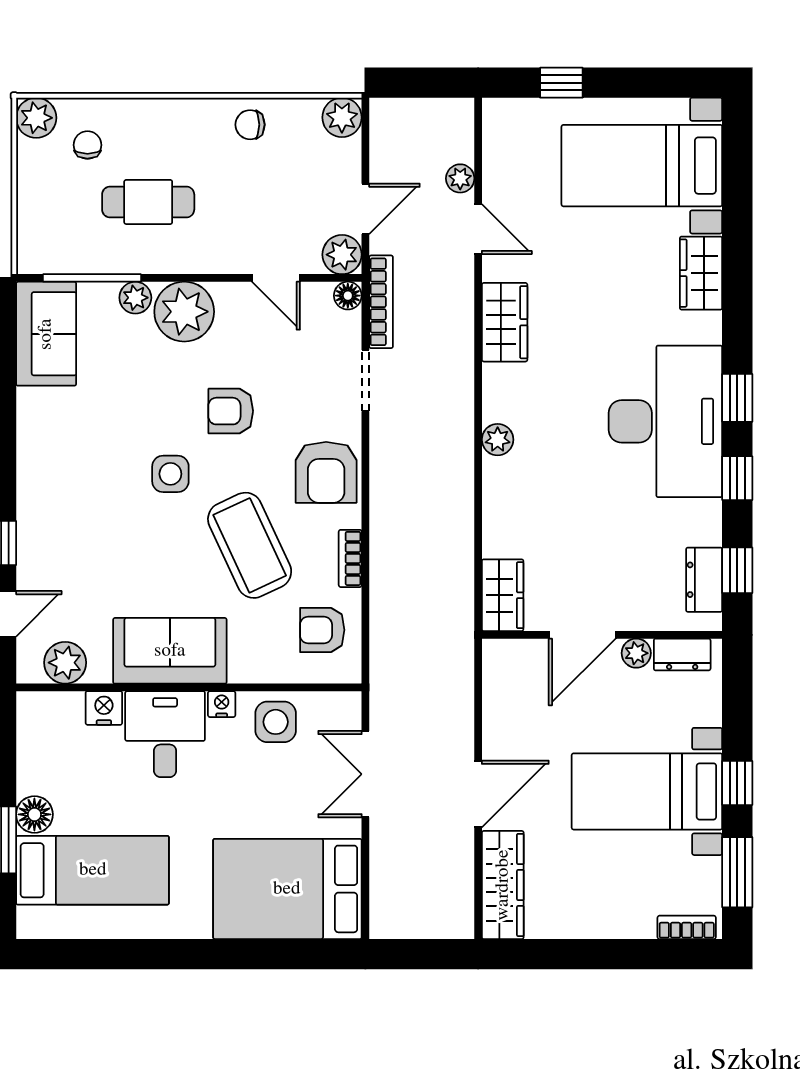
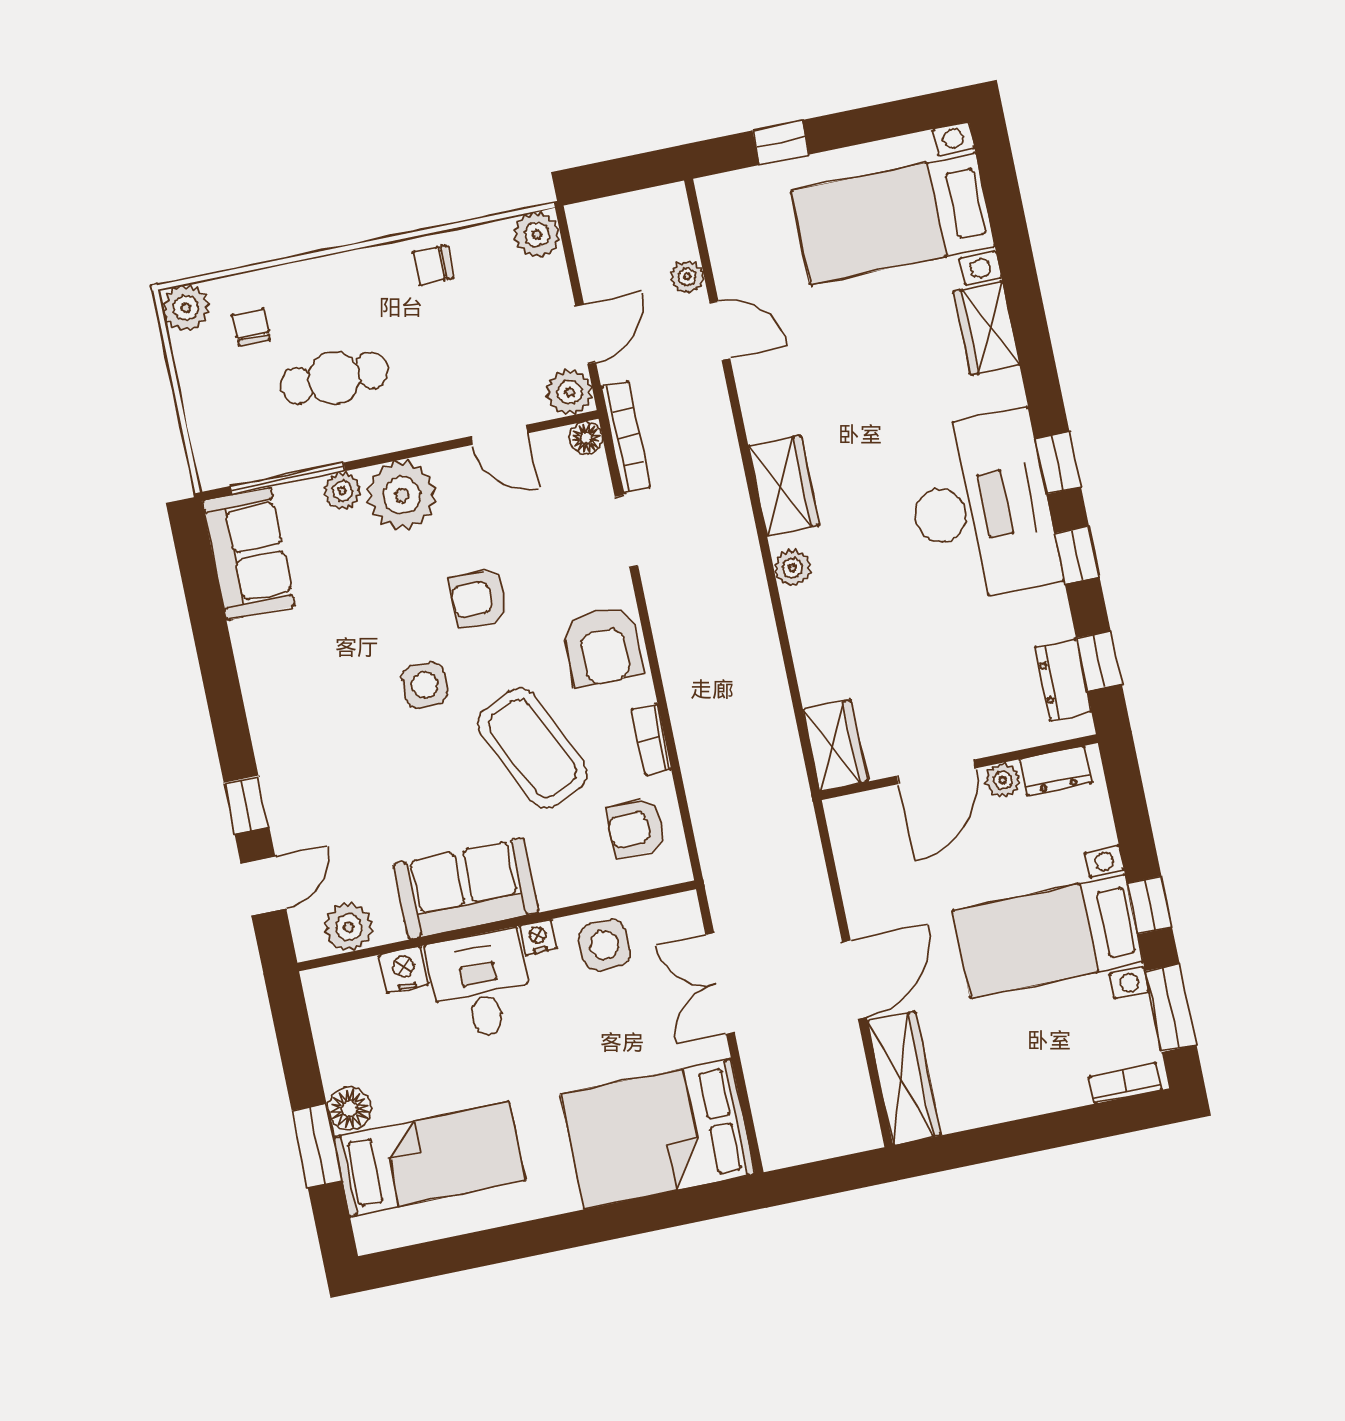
wardrobe: (505, 322) -> (784, 486), moved

